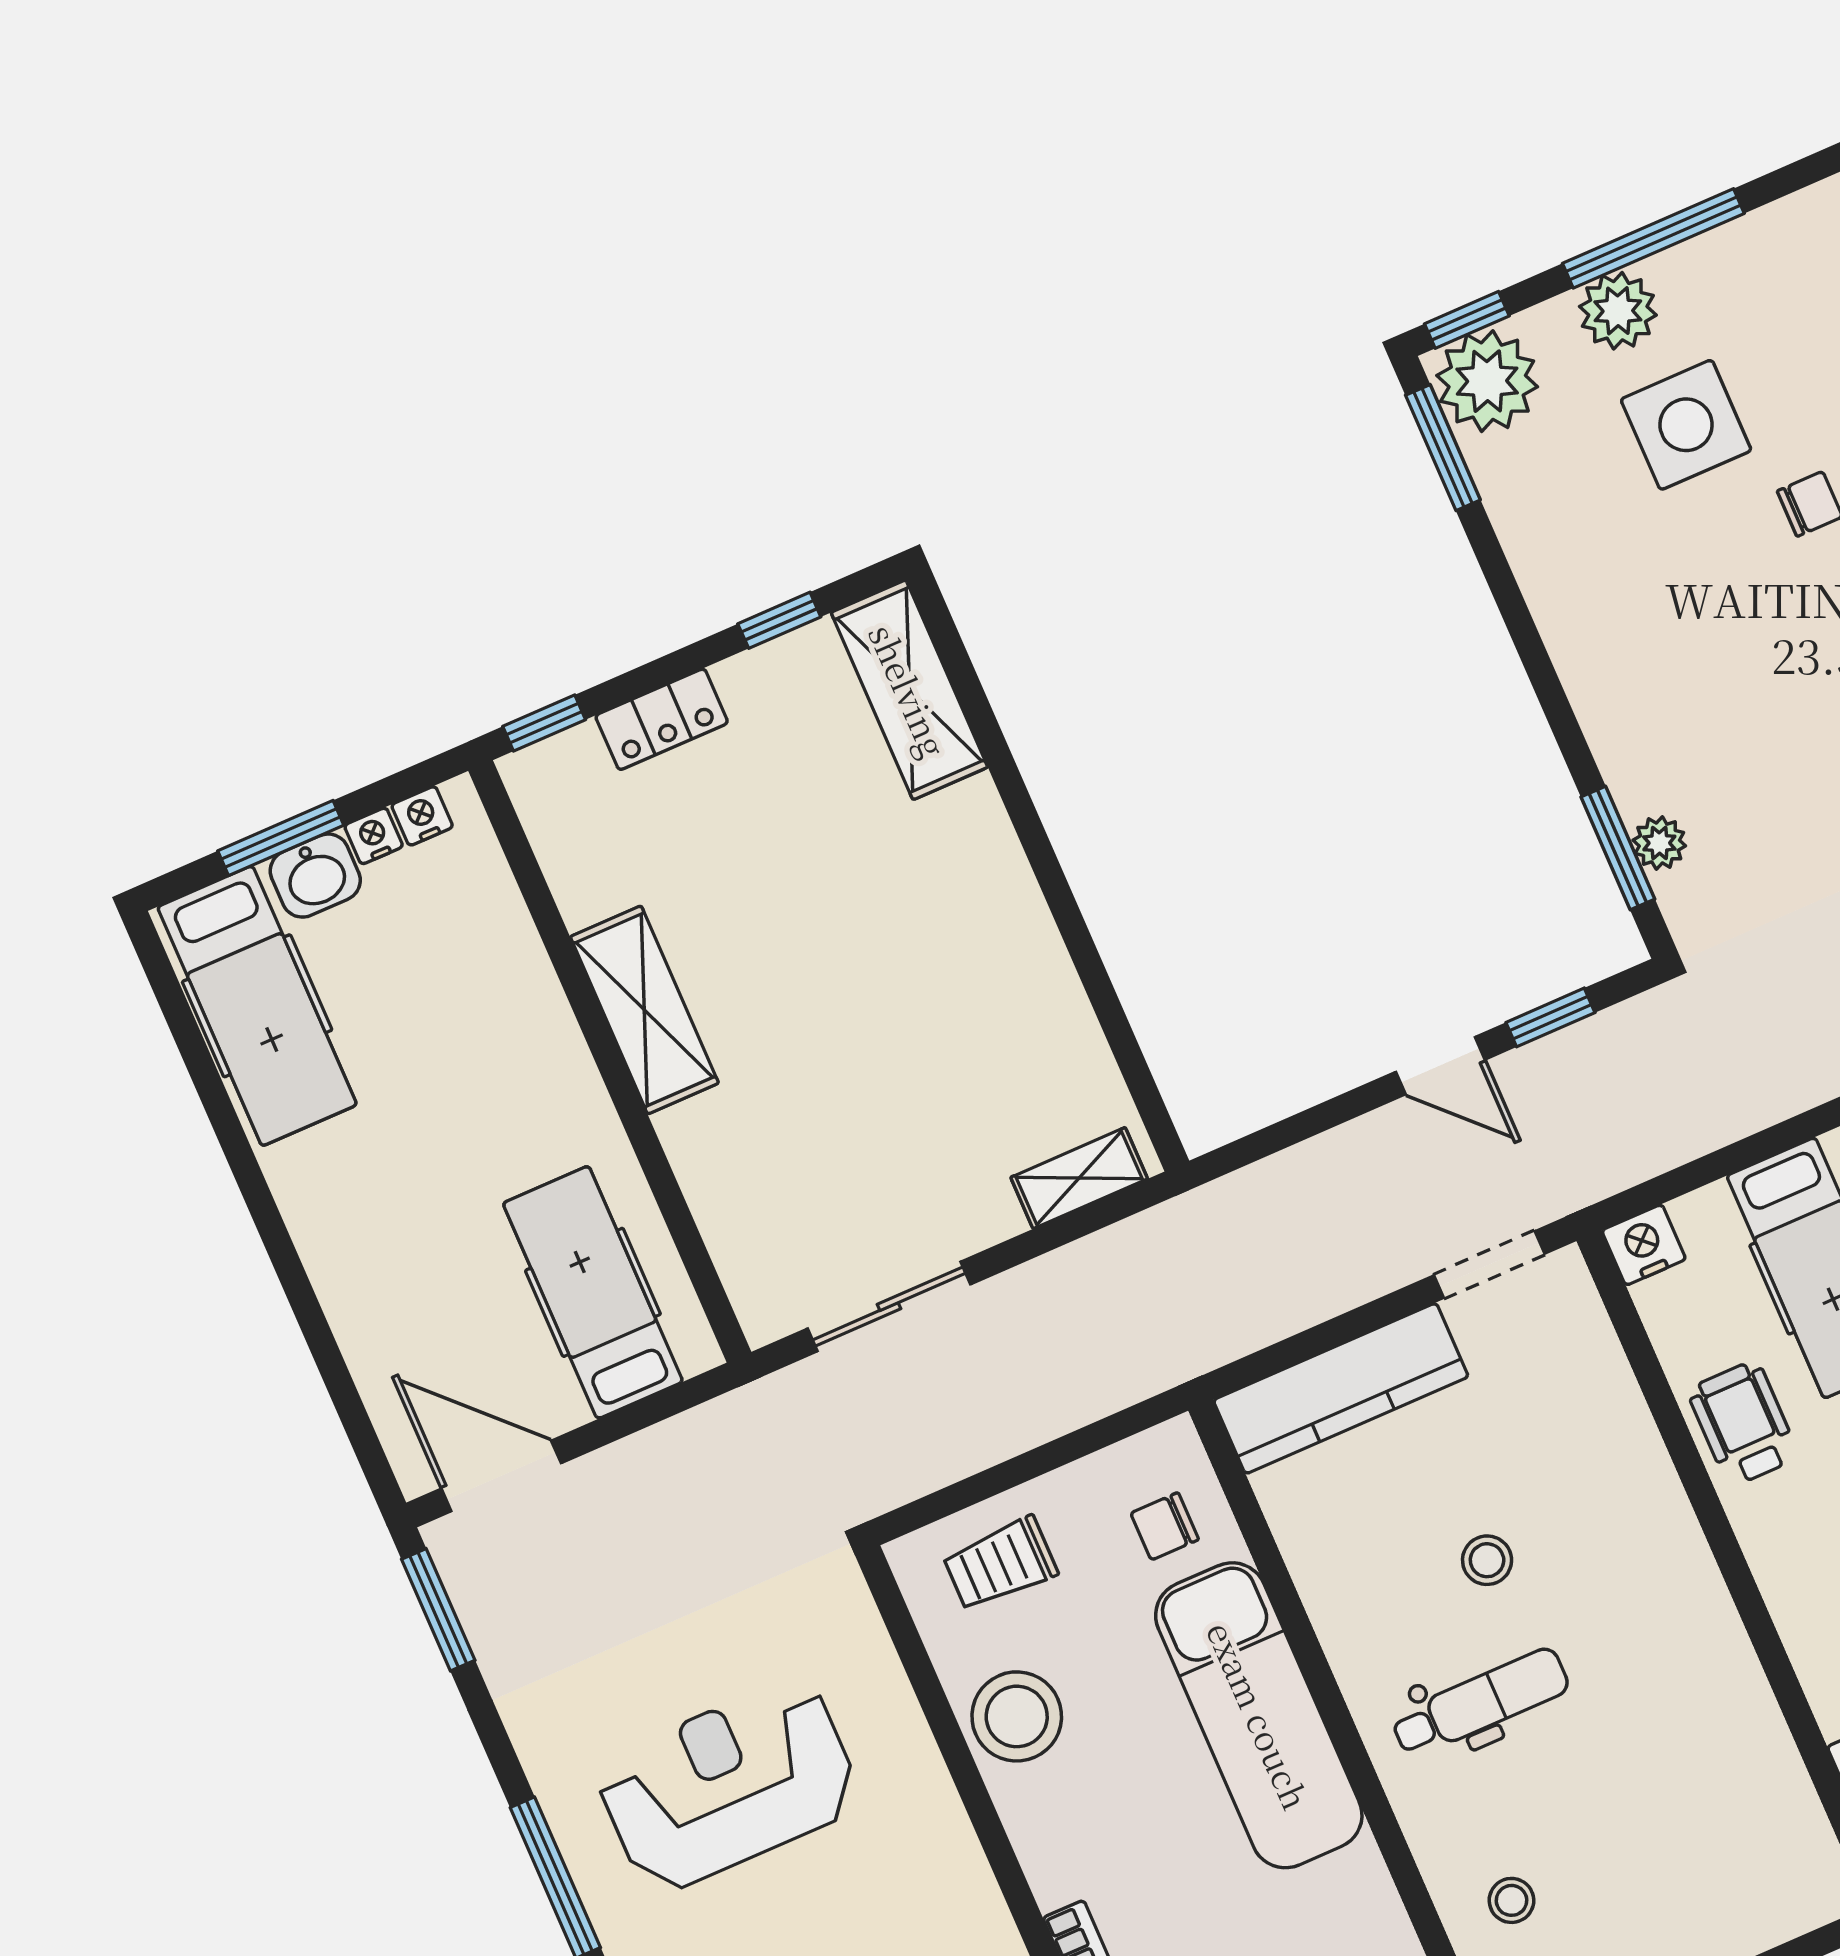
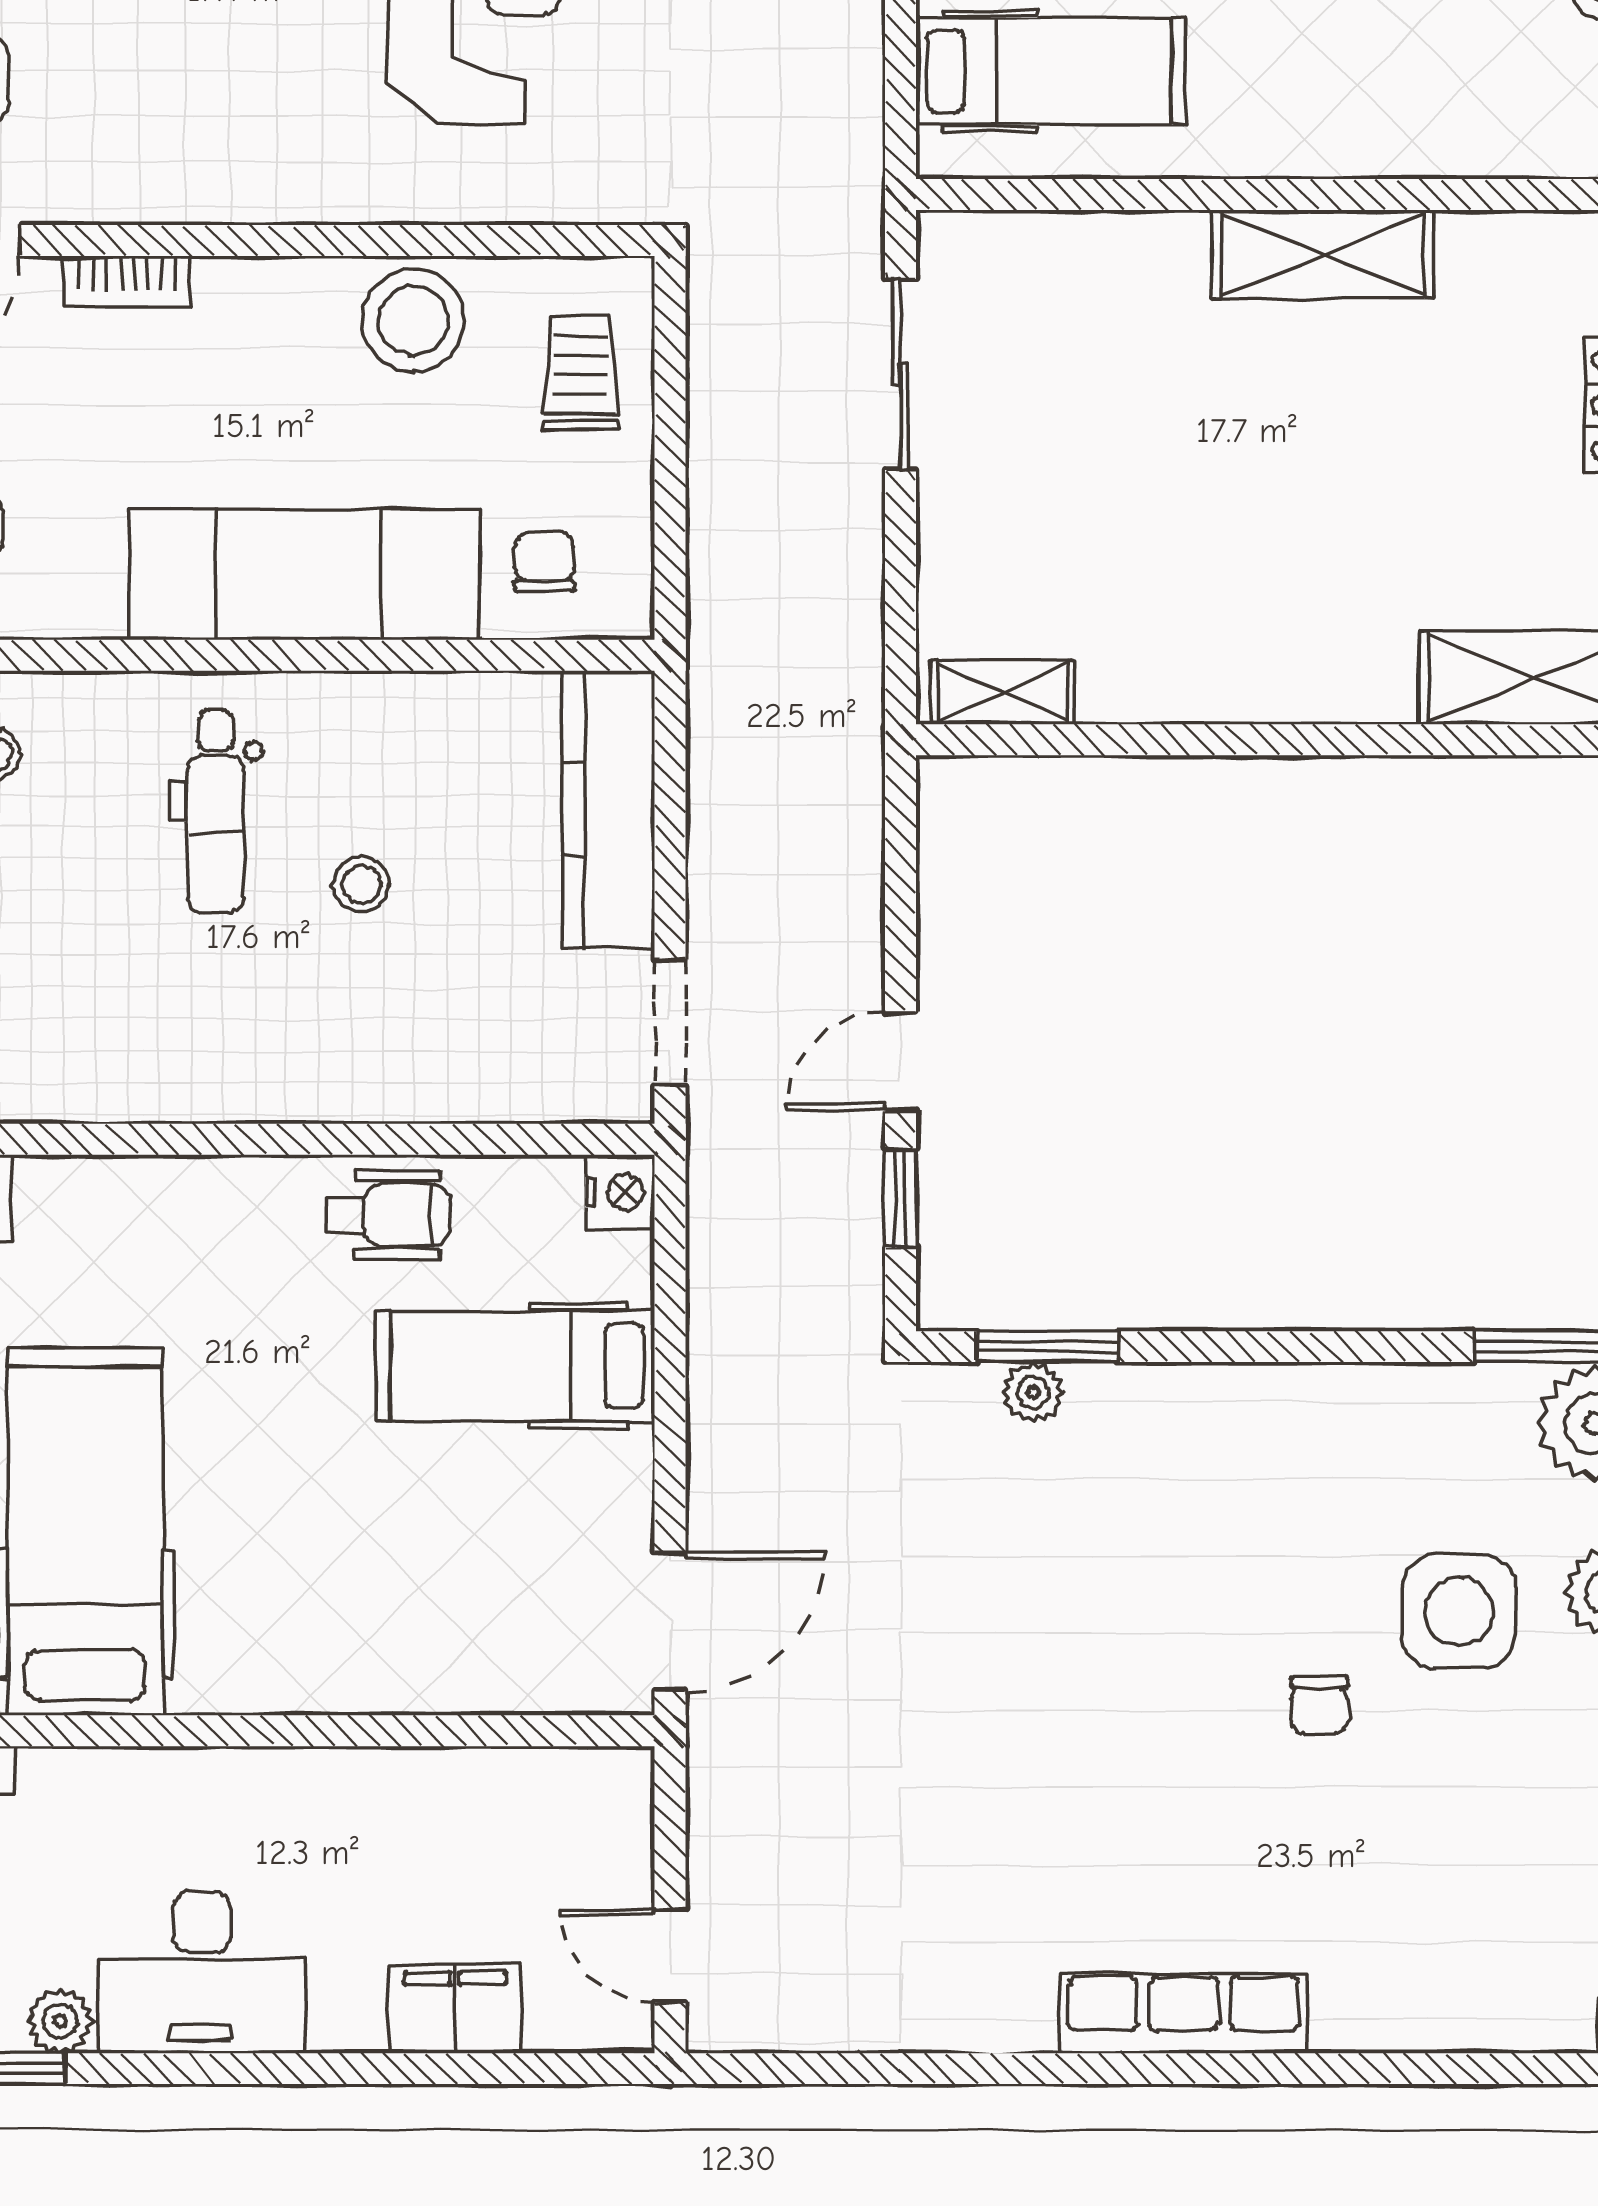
shelving: (1079, 1178) -> (1003, 692), moved, turned 90

